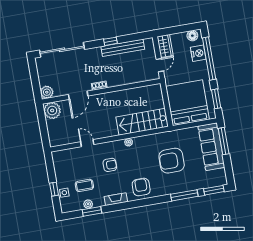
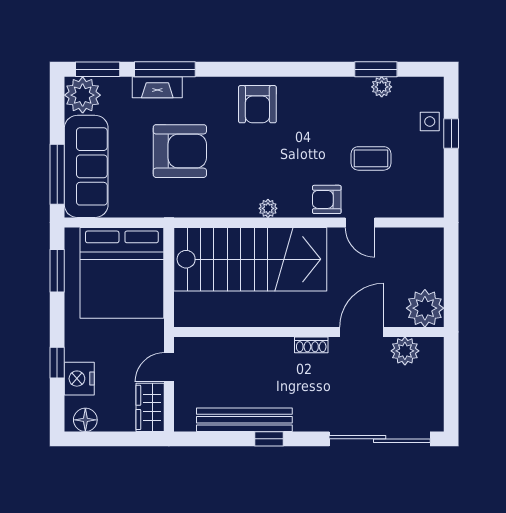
window: (209, 59) -> (57, 363), width x0.32
plant: (47, 92) -> (405, 351), moved
stairs: (142, 122) -> (250, 259), width x1.36, depth x1.51
armchair: (110, 165) -> (327, 199), moved
plant: (218, 178) -> (83, 95), added
coffee table: (84, 185) -> (371, 158), moved
fireplace: (116, 199) -> (157, 87), moved

